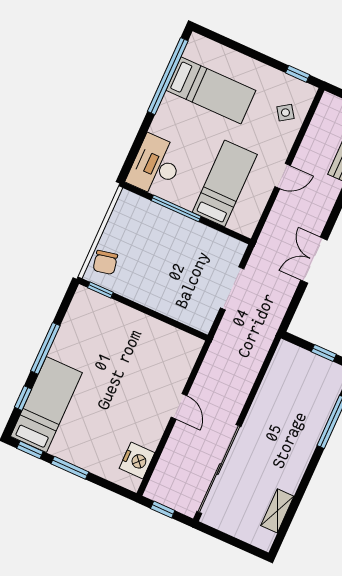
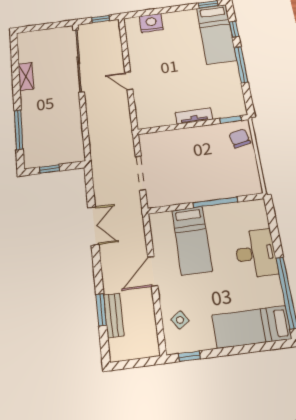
bed: (211, 90) -> (252, 327), moved
desk: (156, 166) -> (256, 253), moved
door: (283, 176) -> (153, 271), width x1.38
tv unit: (136, 319) -> (194, 116), added
nightstand: (137, 460) -> (151, 23), moved, turned 90
window: (70, 468) -> (176, 9), removed
shelving: (277, 511) -> (26, 77), moved

